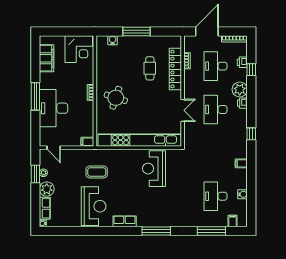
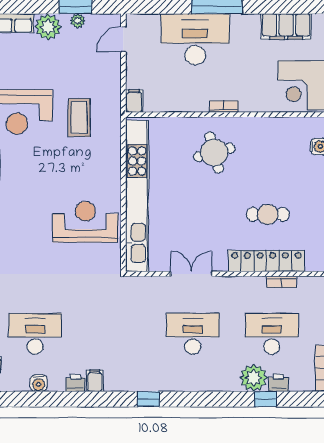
plant: (240, 90) -> (254, 378), moved
round table: (116, 98) -> (214, 152), turned -33
printer: (242, 103) -> (76, 383), moved
double door: (183, 110) -> (191, 274), swing flipped

